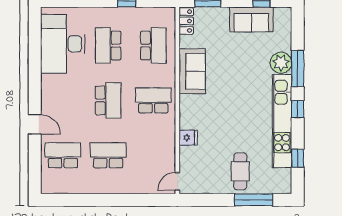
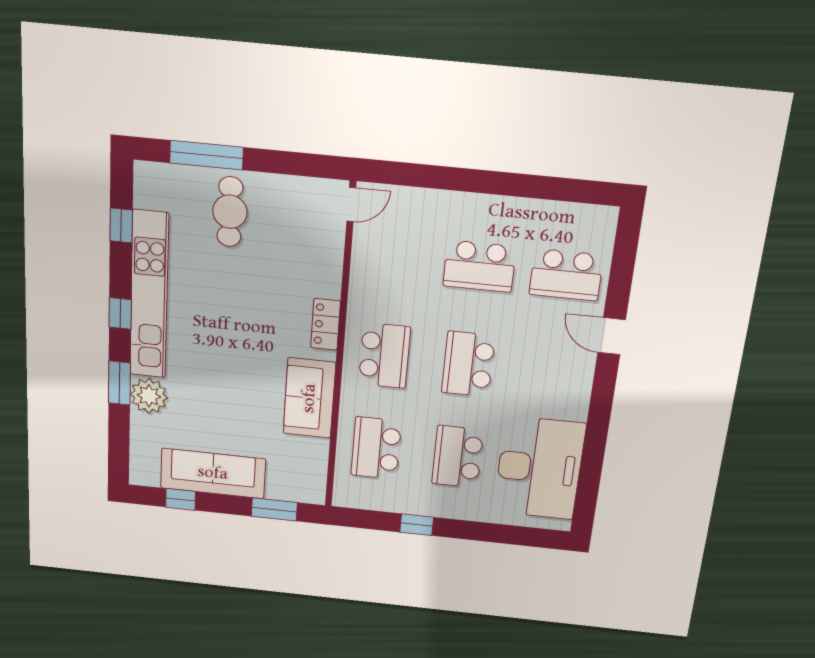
sofa: (251, 19) -> (213, 473), width x1.36
locker: (186, 21) -> (326, 324), moved
school desk: (108, 46) -> (458, 457), turned 180
window: (298, 69) -> (119, 383), width x0.69
school desk: (153, 100) -> (384, 356), turned -90
fridge: (188, 138) -> (325, 283), removed

